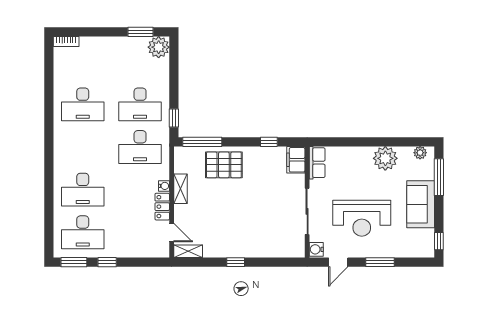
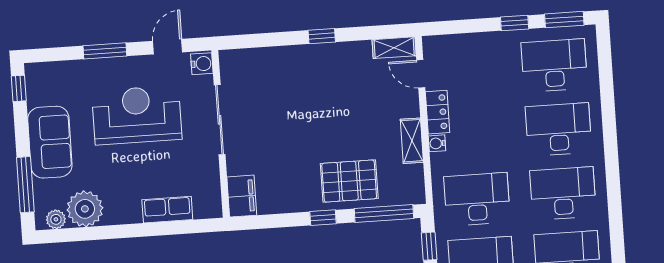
window: (269, 142) -> (323, 218), moved
desk: (83, 147) -> (563, 193), added
plant: (385, 158) -> (85, 209), moved
row of seats: (317, 163) -> (167, 210), moved, turned 90

